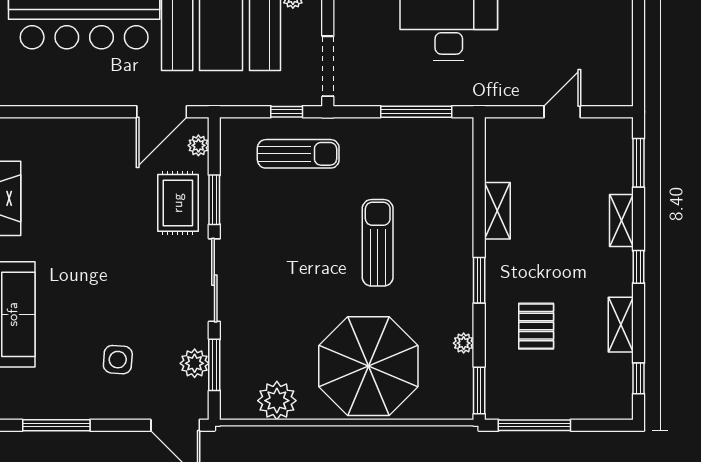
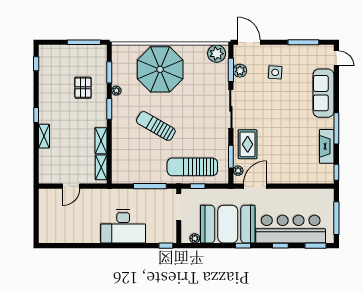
window: (416, 112) -> (150, 186), moved
sun lounger: (298, 154) -> (192, 167), width x1.36, depth x1.34
window: (639, 163) -> (36, 163), removed
window: (214, 200) -> (231, 157), moved
sun lounger: (378, 243) -> (156, 126), turned 120
shelving: (621, 325) -> (101, 167), moved
plant: (464, 343) -> (116, 91), moved
window: (479, 390) -> (109, 72), moved
plant: (277, 401) -> (217, 54), moved

